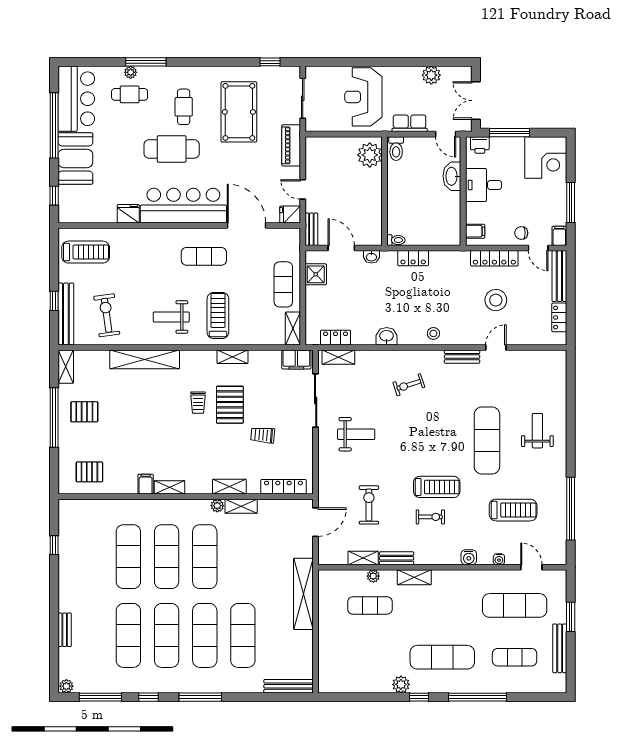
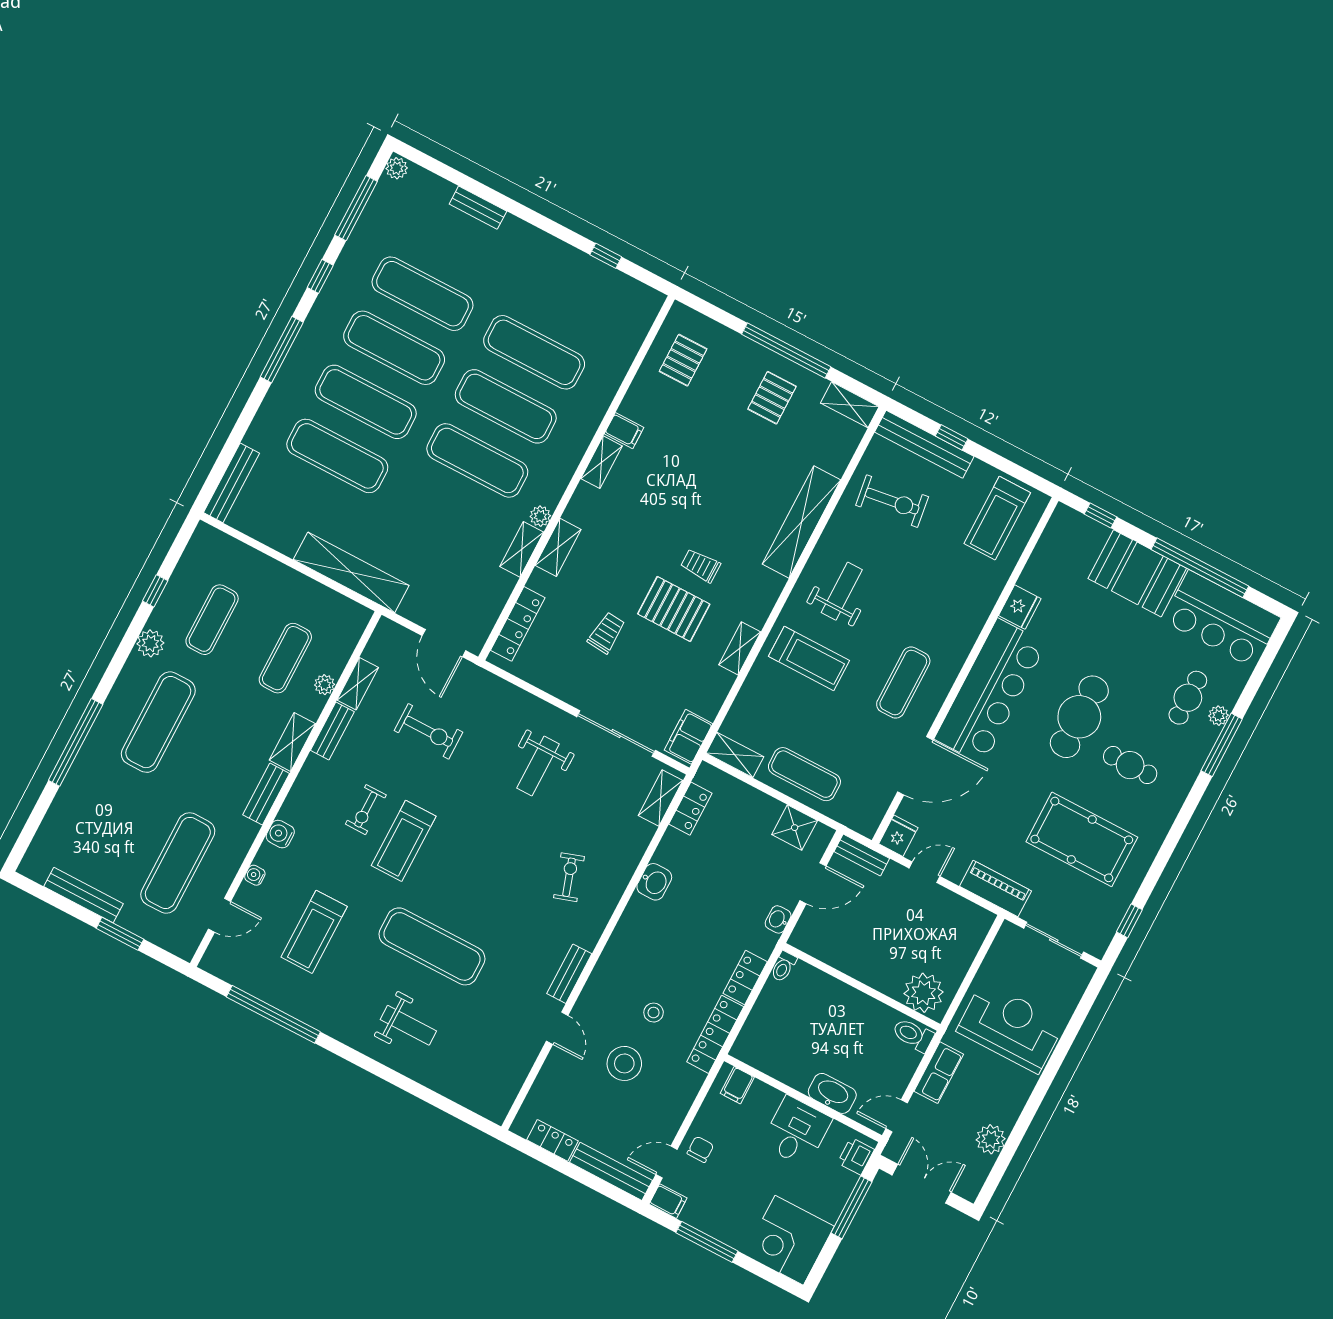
locker: (494, 258) -> (715, 1034), moved
stool: (433, 333) -> (654, 1013), moved
bench: (451, 577) -> (266, 794), added
exercise mat: (515, 657) -> (212, 620), moved
window: (419, 697) -> (155, 591), moved

